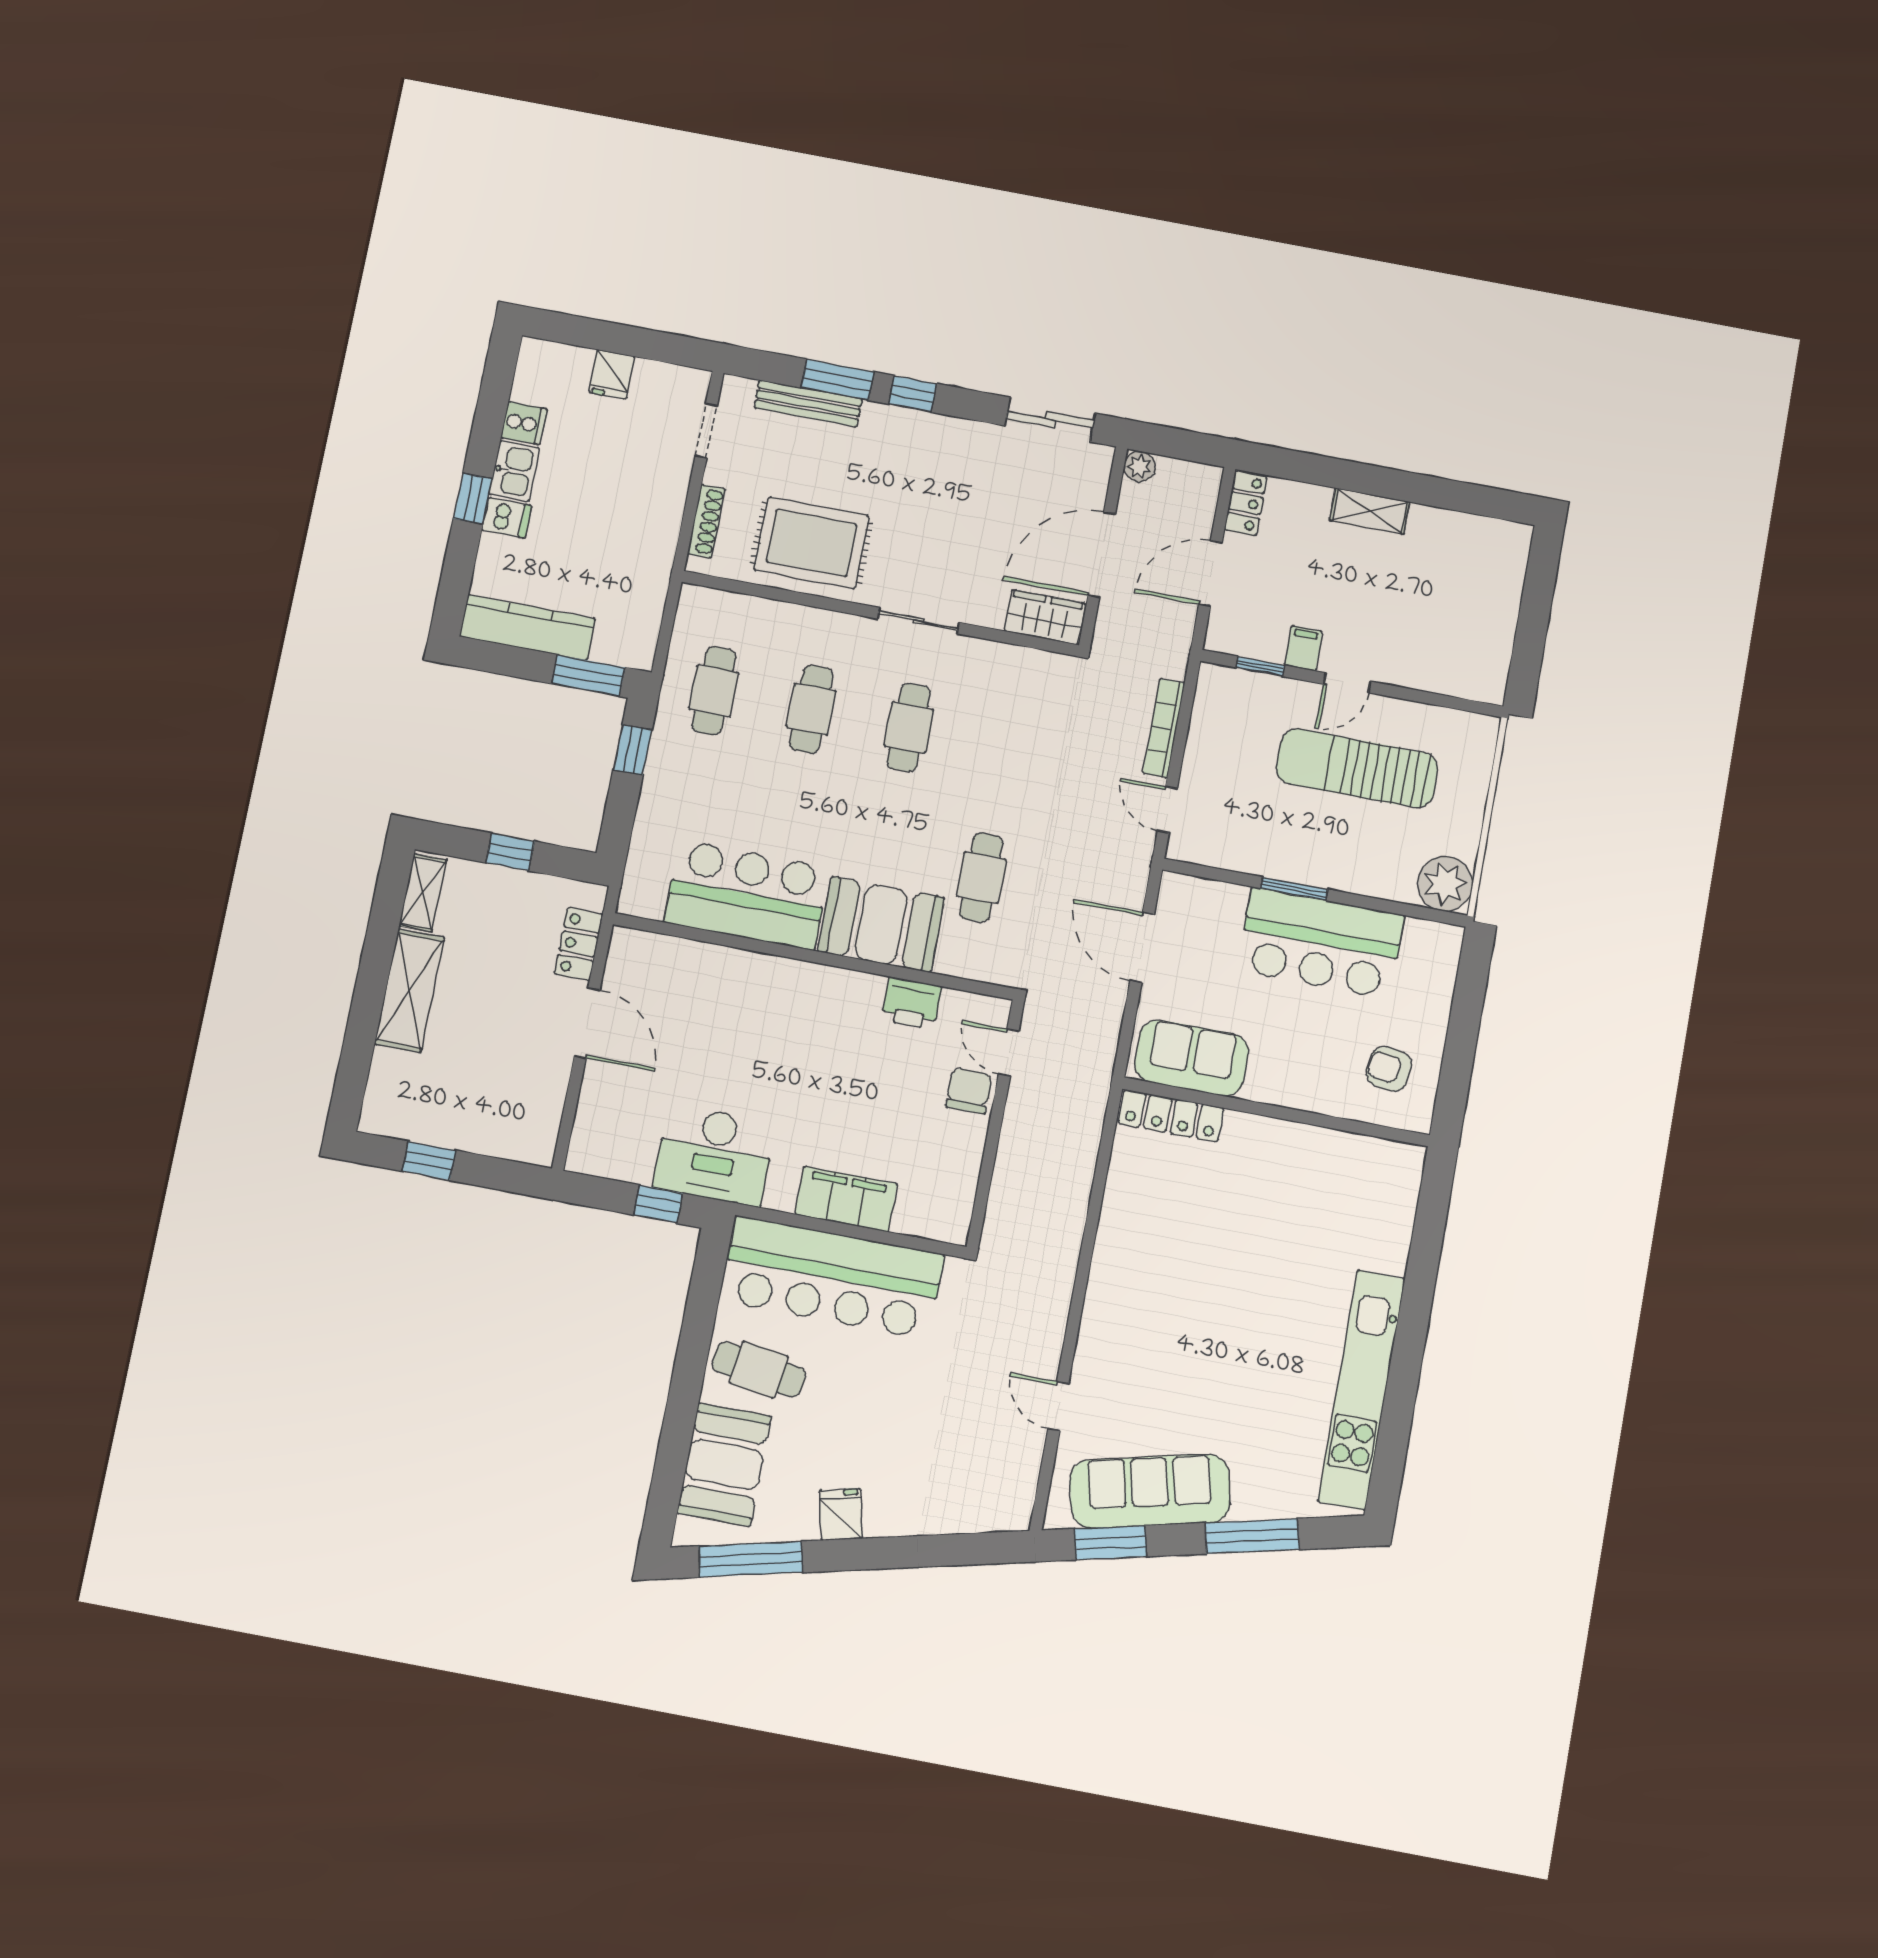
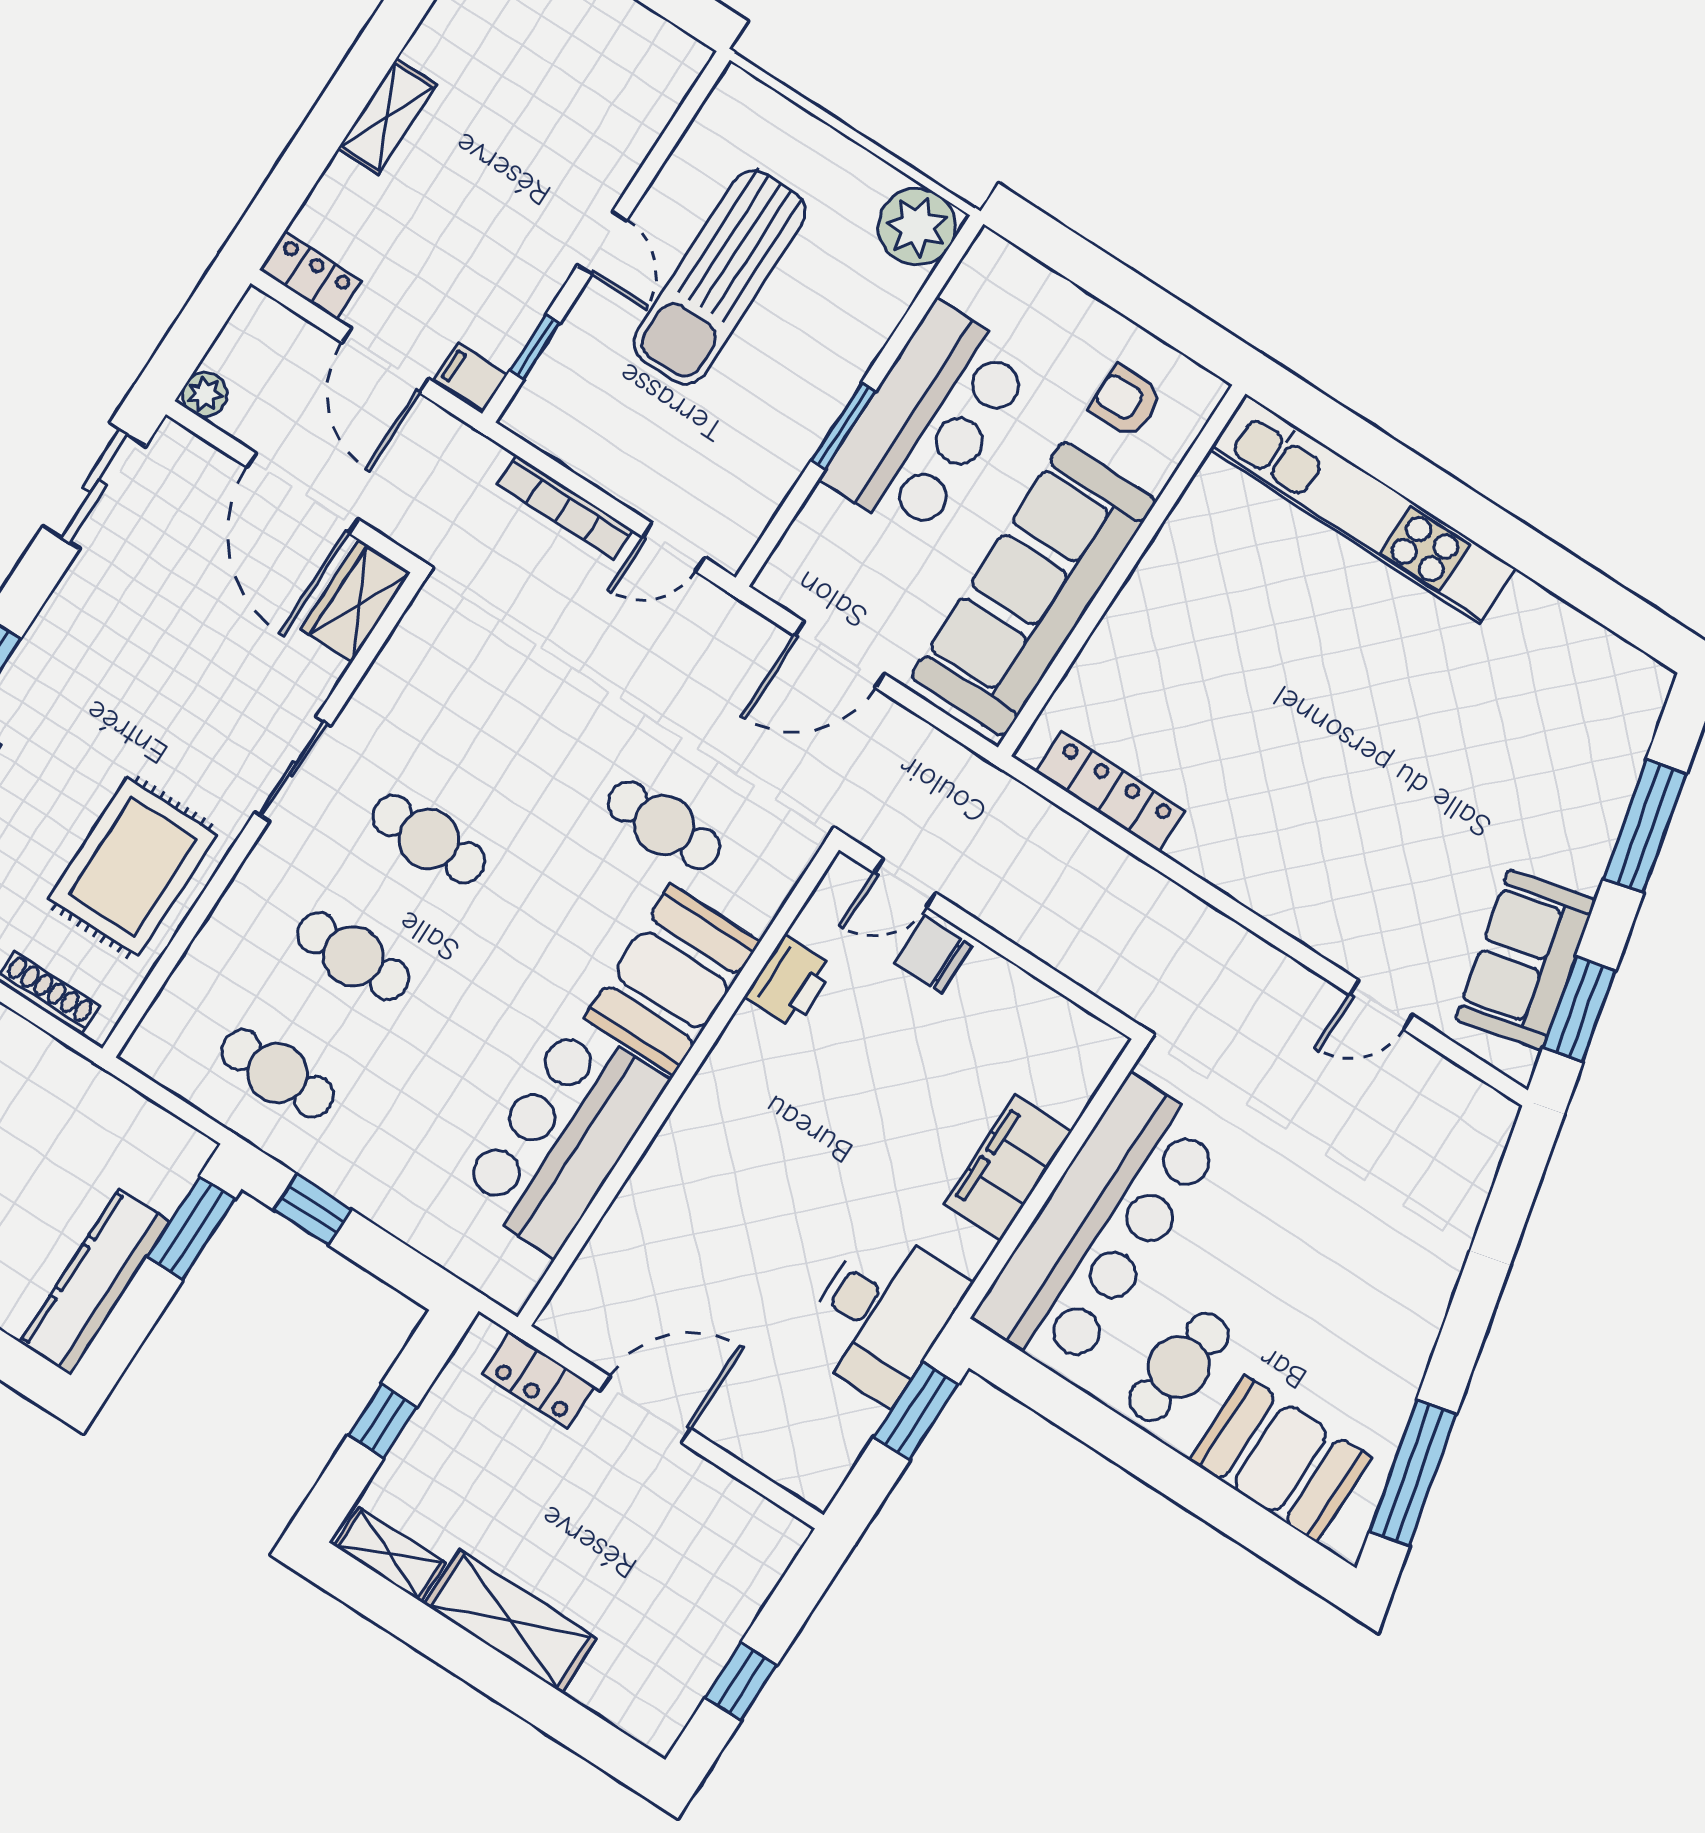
filing cabinet: (1303, 648) -> (471, 377), moved
sofa: (1192, 1058) -> (1034, 589), width x1.85, depth x1.27
armchair: (1389, 1069) -> (1126, 401), turned 81
locker: (1171, 1116) -> (1110, 791), moved, turned -90
window: (658, 1204) -> (916, 1411), width x1.50
kitchen unit: (1362, 1390) -> (1363, 509), moved
sofa: (1150, 1491) -> (1526, 960), width x0.73
fridge: (841, 1514) -> (1404, 1336), removed

